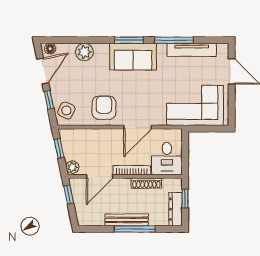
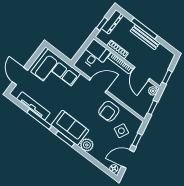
plant: (84, 52) -> (87, 145), moved
side table: (66, 110) -> (121, 131), moved
door: (100, 177) -> (141, 74), swing flipped

